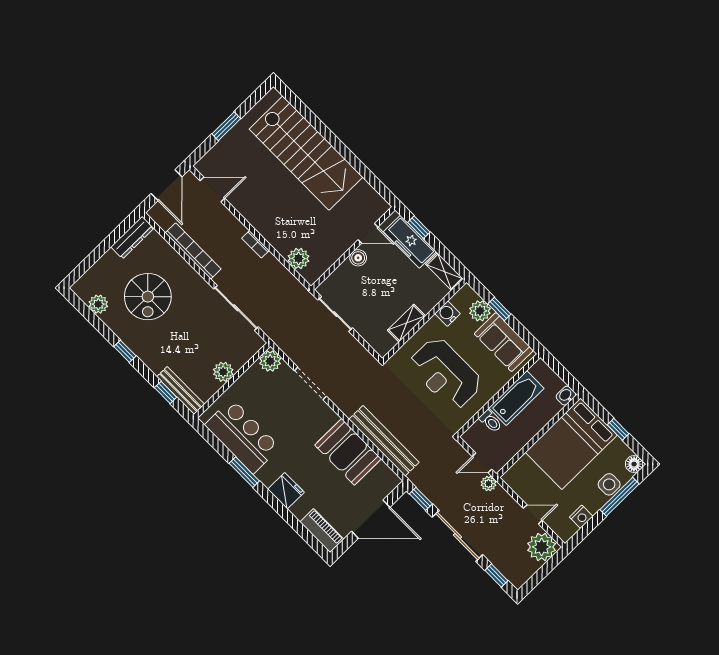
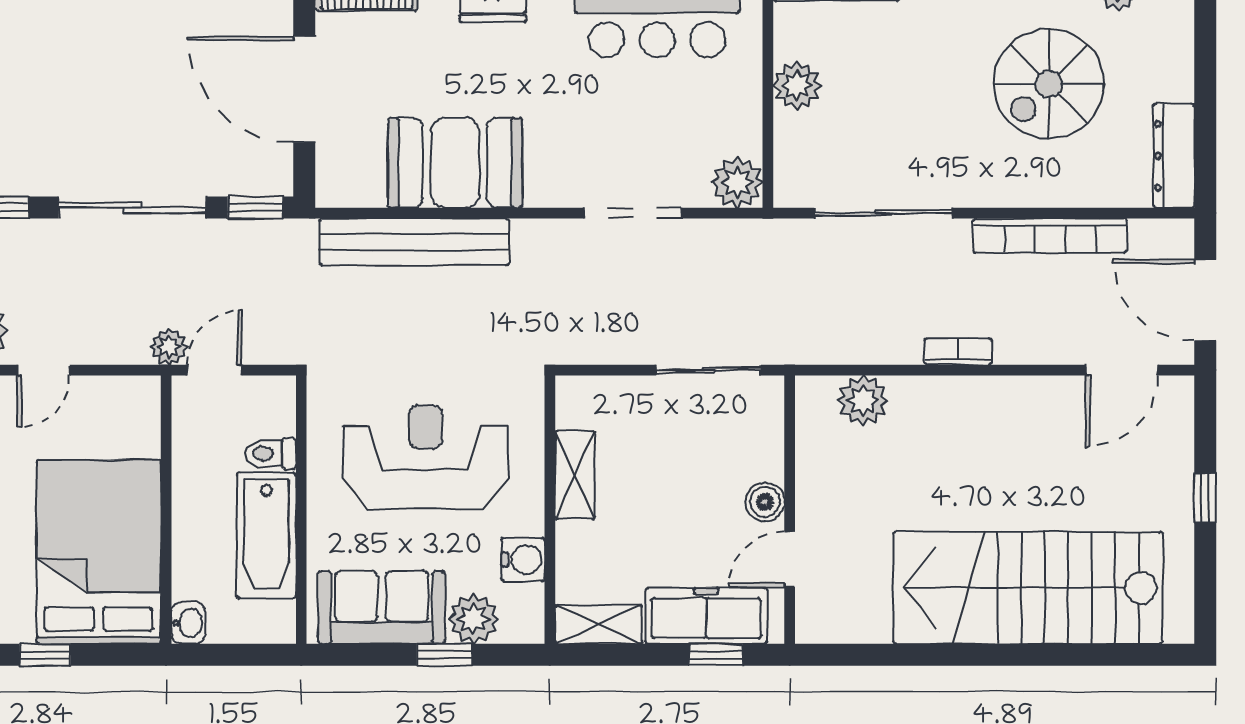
window: (226, 126) -> (1205, 498), width x0.67
spiral stairs: (148, 297) -> (1049, 84), turned -90
door: (371, 519) -> (304, 89), hinge flipped

